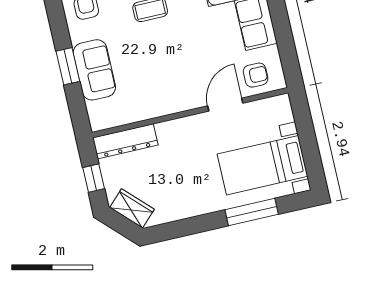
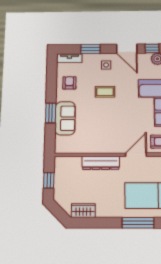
dresser: (125, 141) -> (101, 163), moved
wardrobe: (132, 208) -> (83, 211), moved, turned -45

